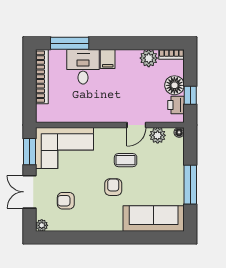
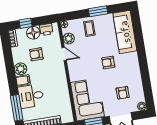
plant: (149, 58) -> (21, 69), moved
armchair: (143, 85) -> (36, 54), added
window: (190, 95) -> (25, 23), moved
coffee table: (126, 160) -> (89, 28), moved
window: (190, 185) -> (98, 11), width x0.69

